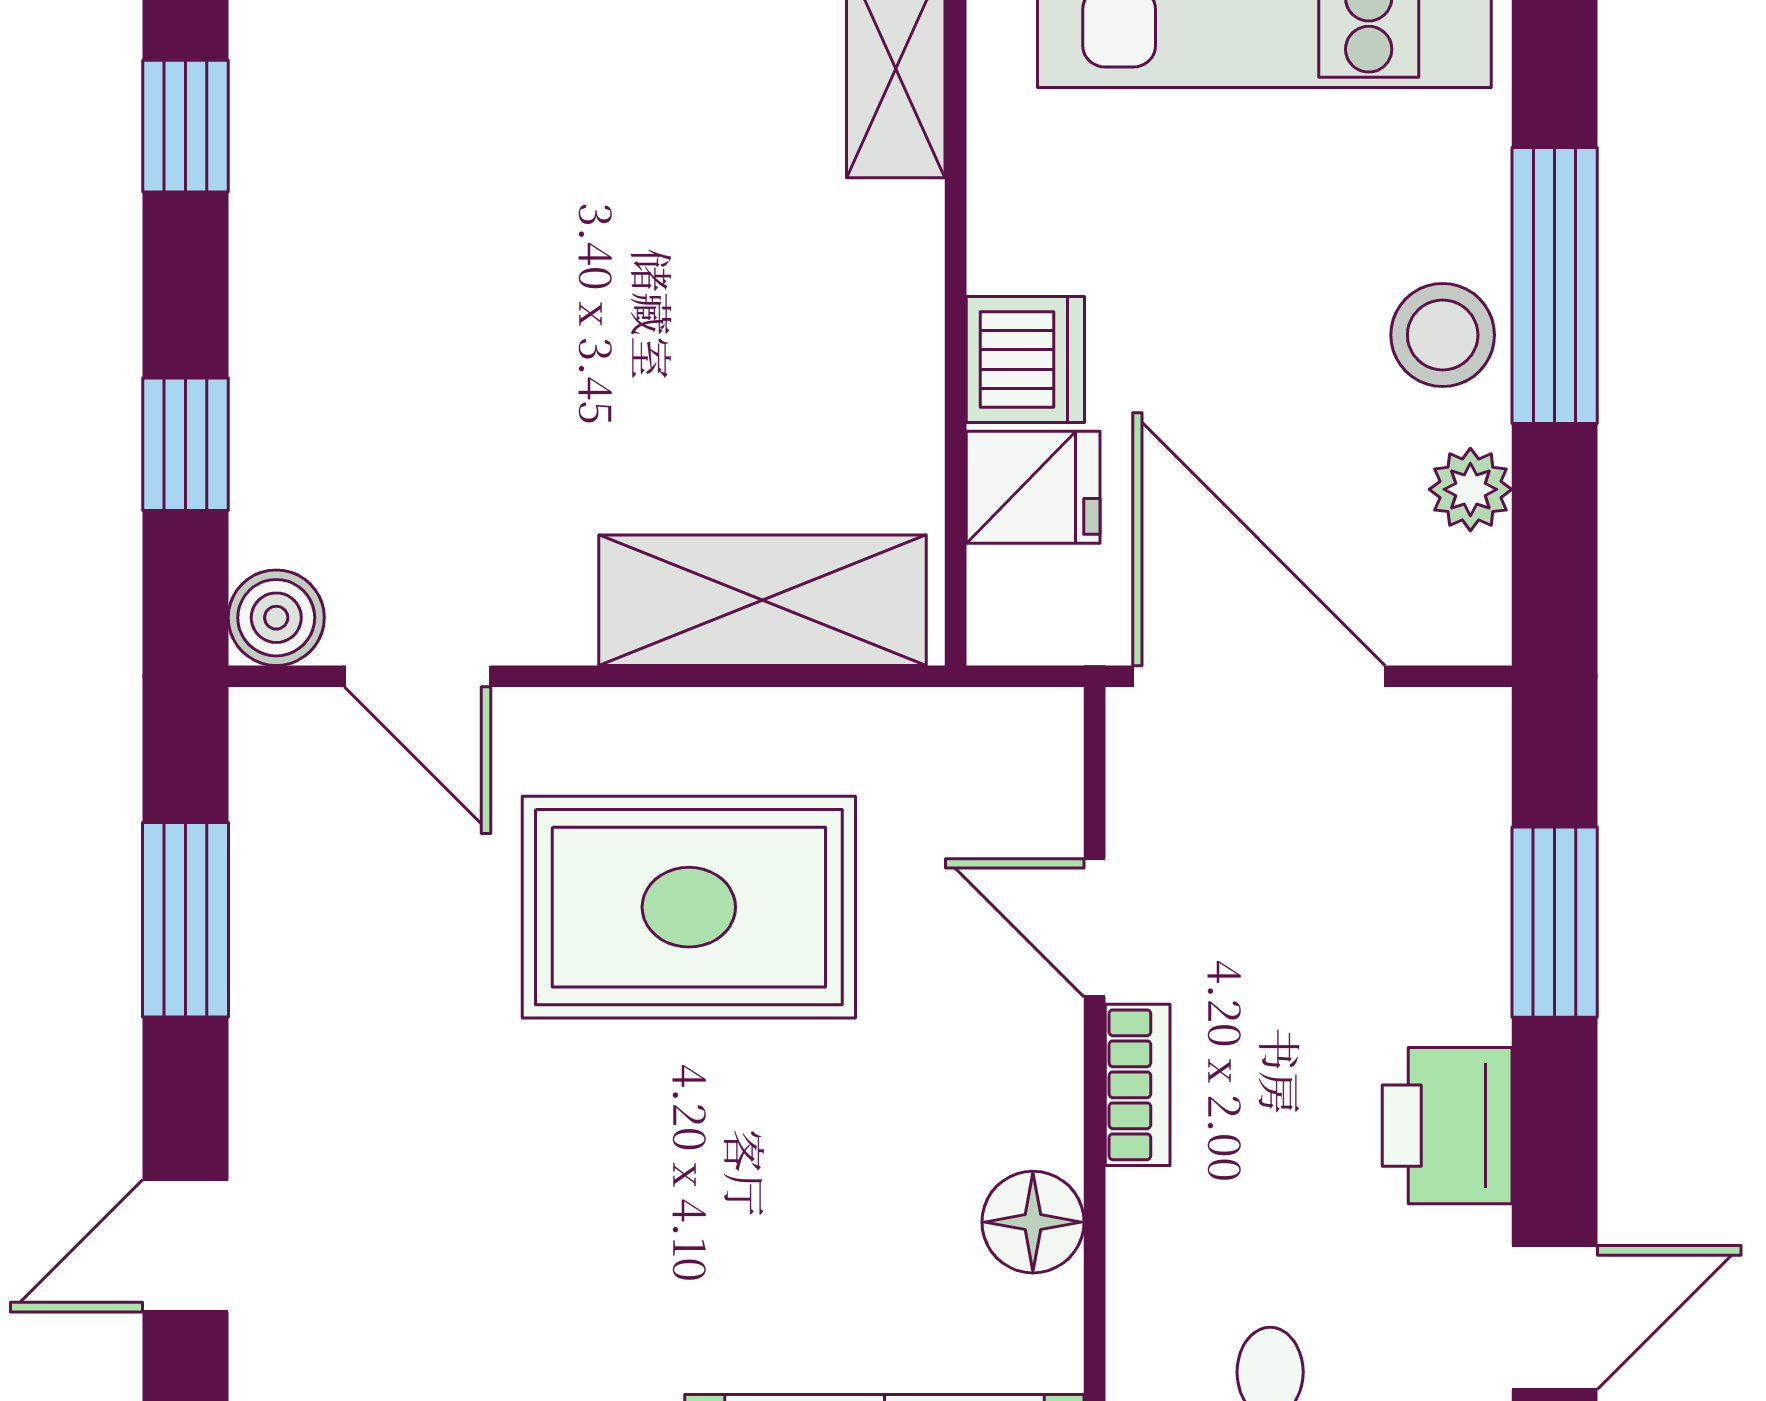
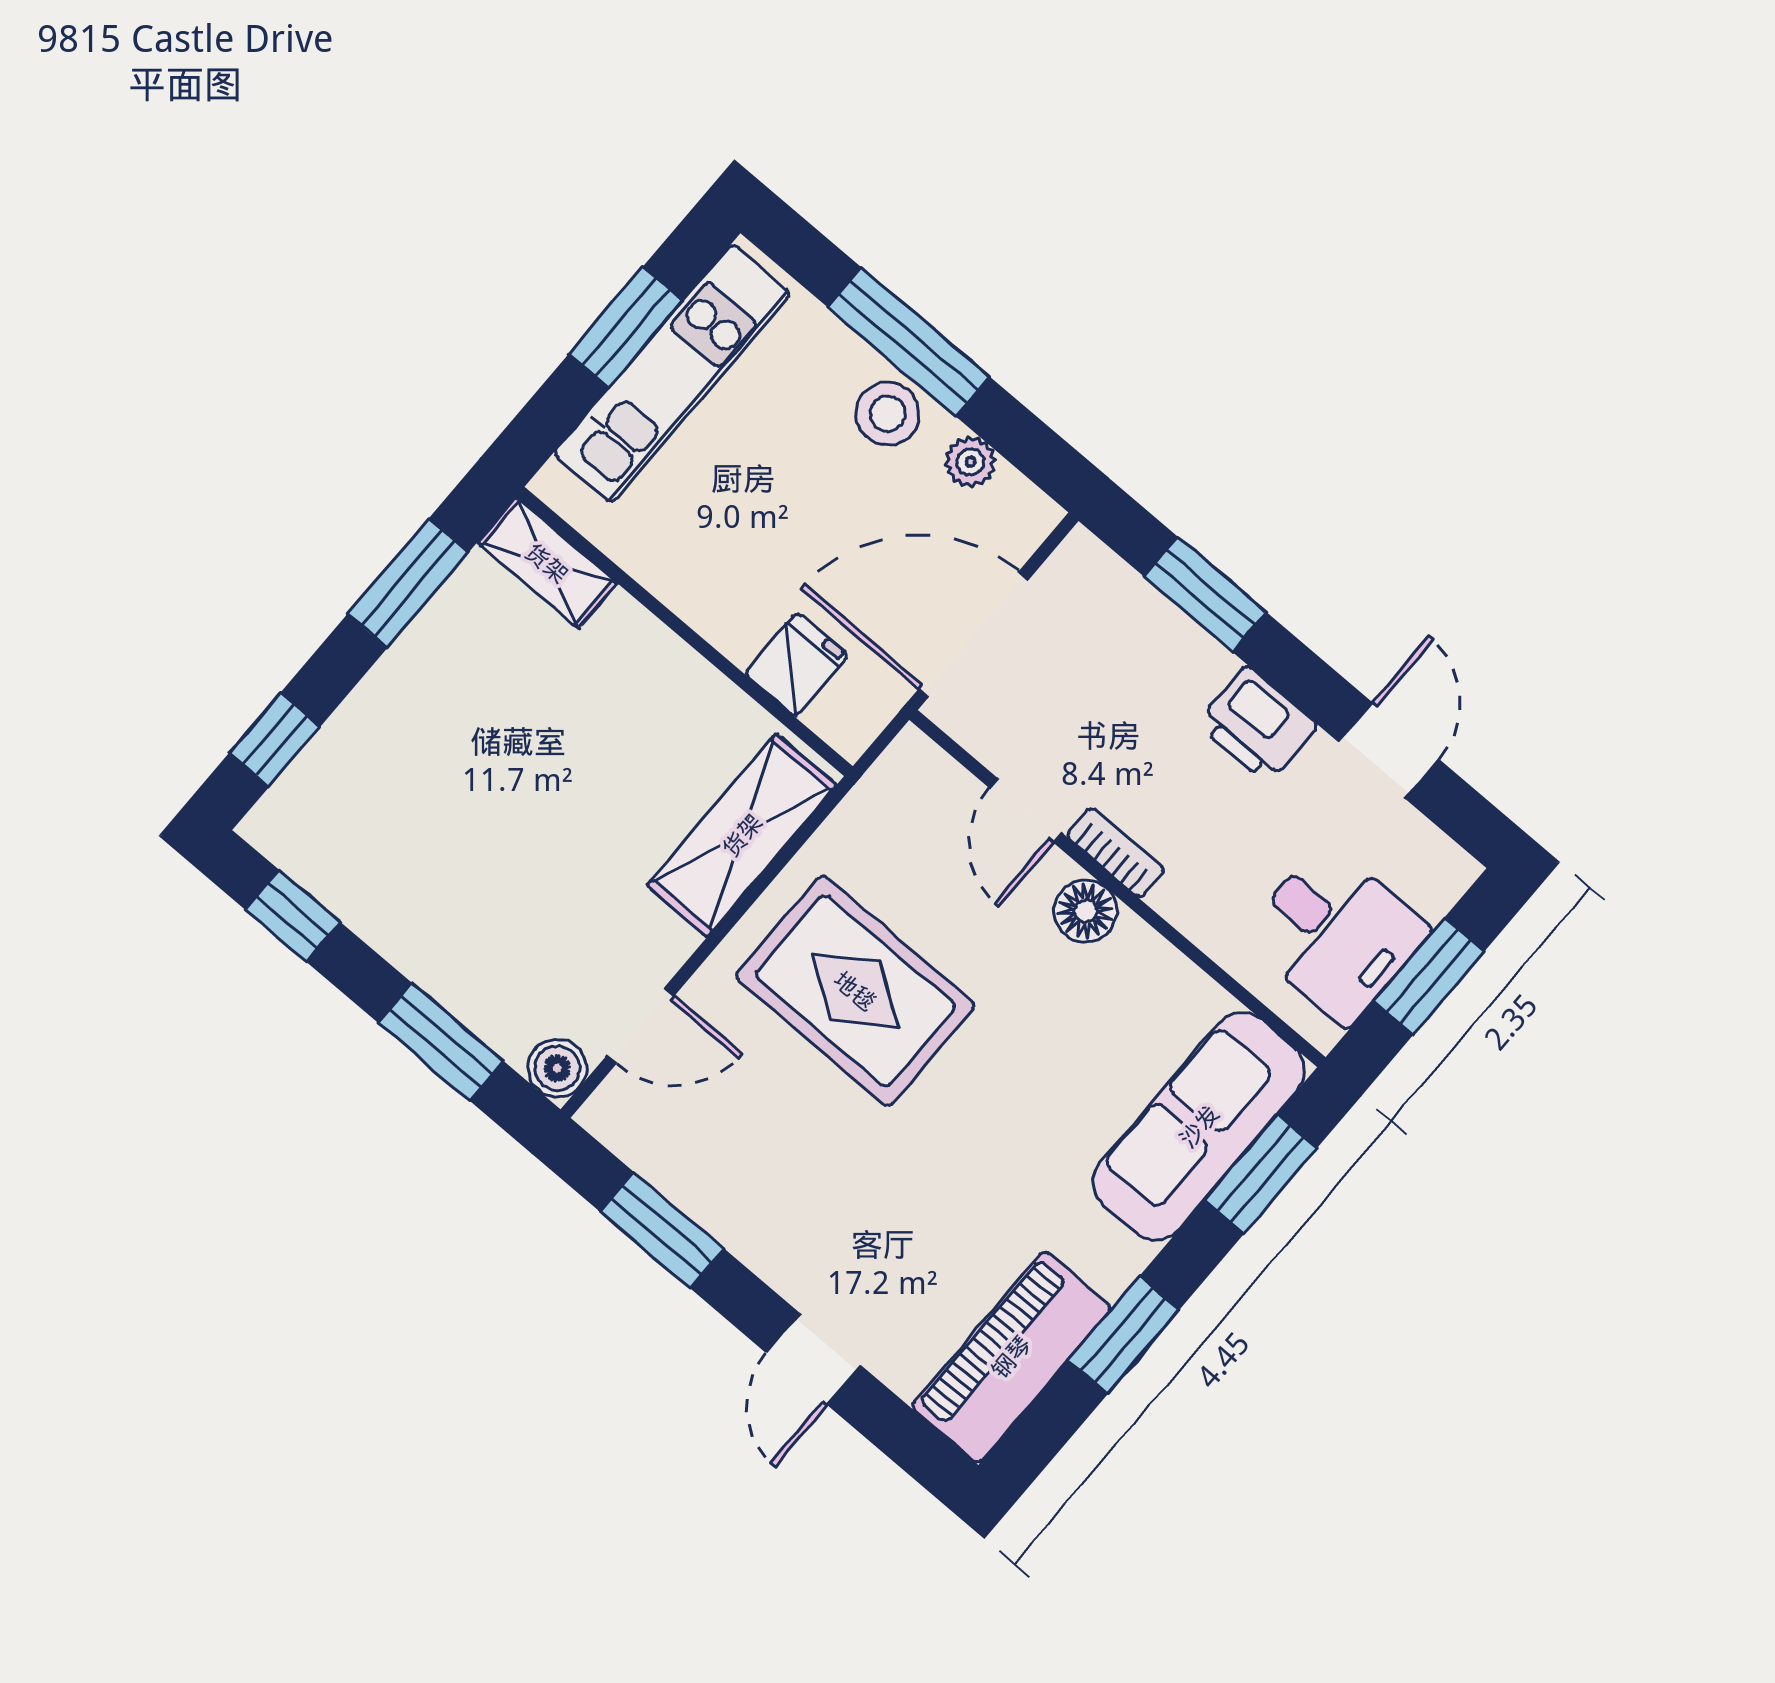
dishwasher: (1025, 360) -> (734, 618), removed
window: (186, 444) -> (441, 1042), width x1.50
rug: (689, 907) -> (855, 991), turned 90
door: (1095, 928) -> (1025, 810), hinge flipped
floor lamp: (1033, 1222) -> (1086, 911), moved

